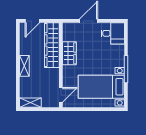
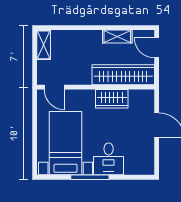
desk: (113, 33) -> (109, 159), moved
shelving: (24, 66) -> (117, 37), moved

